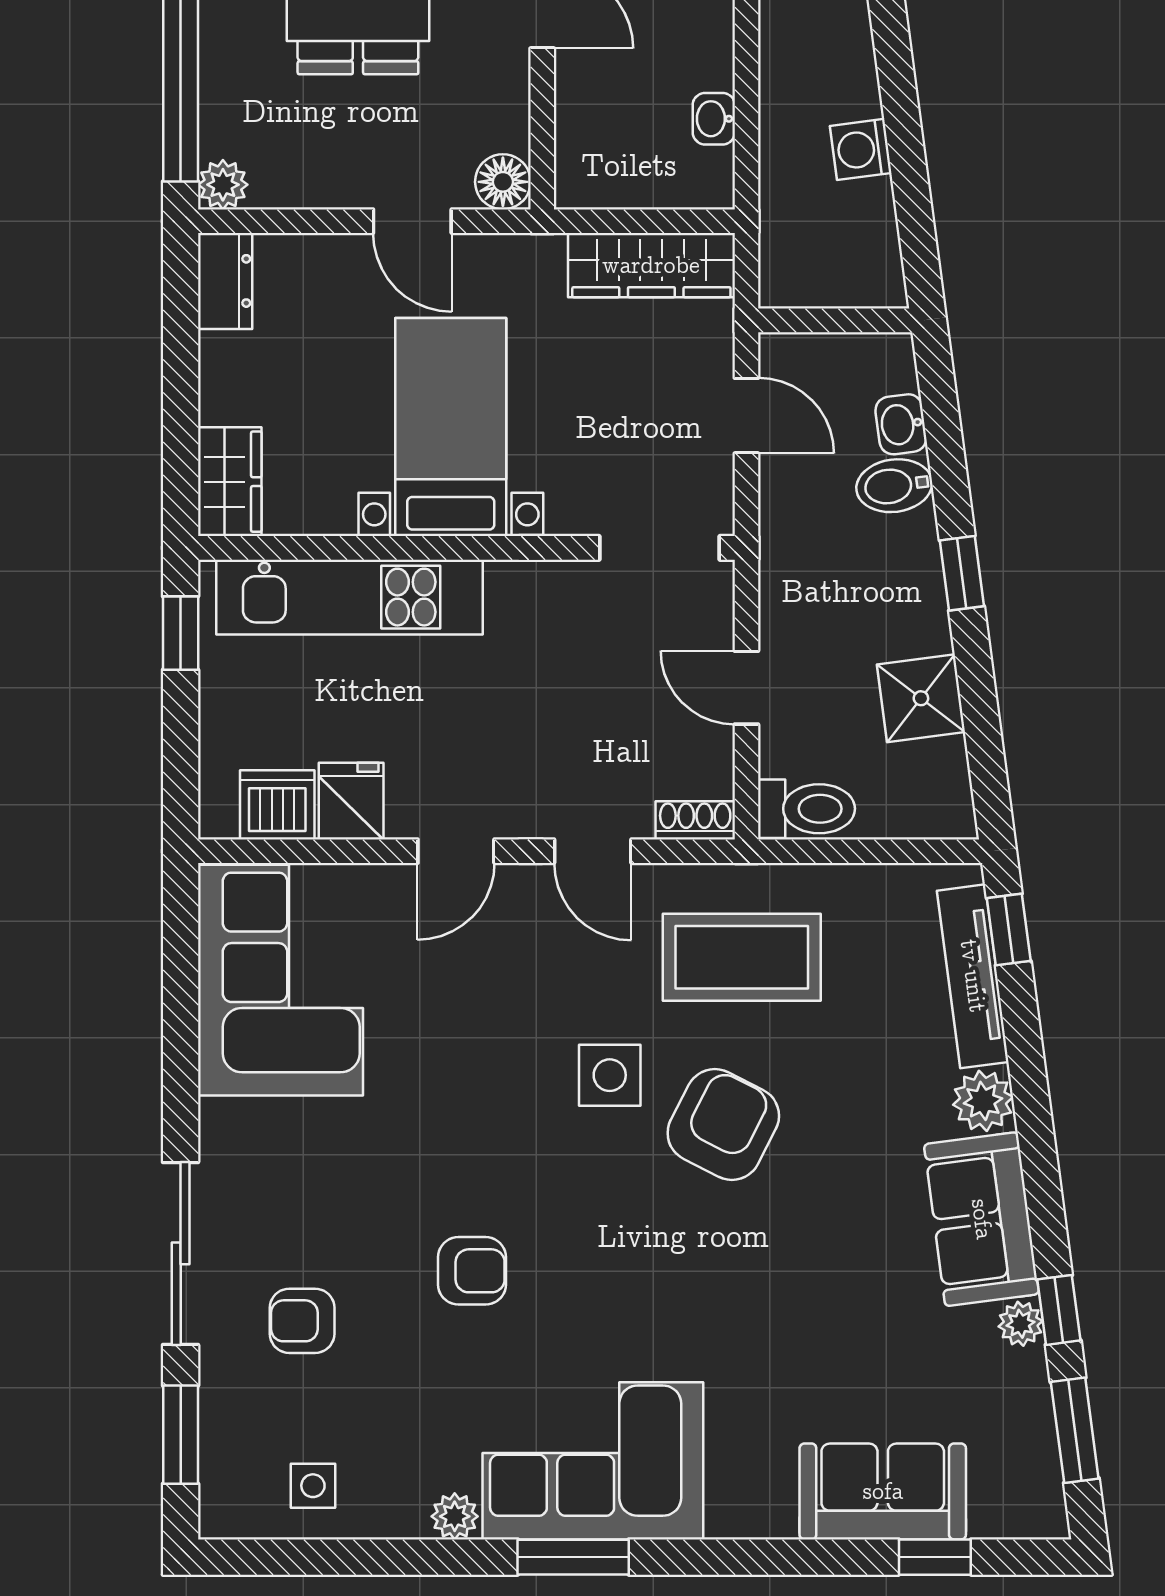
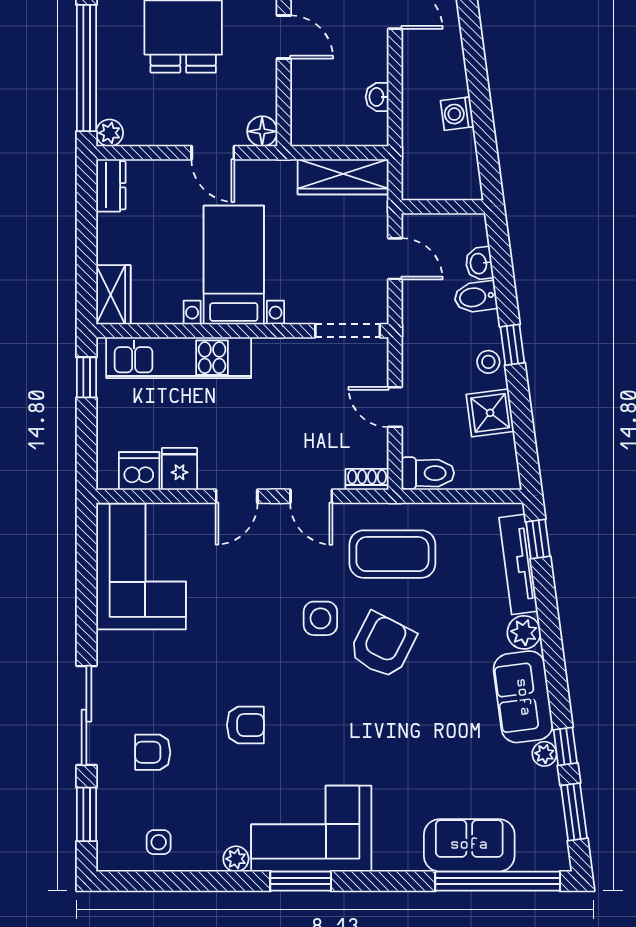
stool: (918, 605) -> (488, 362), added
window: (935, 1557) -> (498, 881), width x3.17

